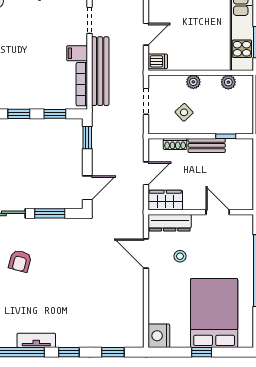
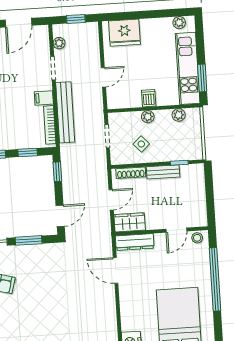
dishwasher: (158, 61) -> (149, 98), moved, turned -90
shoe rack: (175, 144) -> (131, 173), width x1.43
door: (218, 212) -> (176, 230), swing flipped
stool: (180, 256) -> (197, 238), moved

